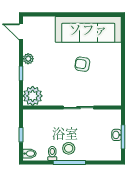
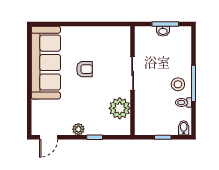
armchair: (82, 64) -> (84, 69), turned -99
plant: (33, 96) -> (120, 108), moved

